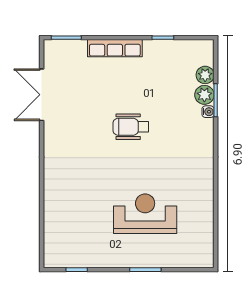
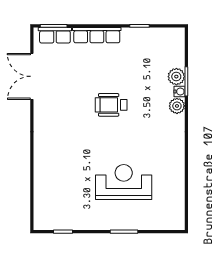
row of seats: (68, 48) -> (55, 35), added
plant: (205, 75) -> (177, 106), moved

